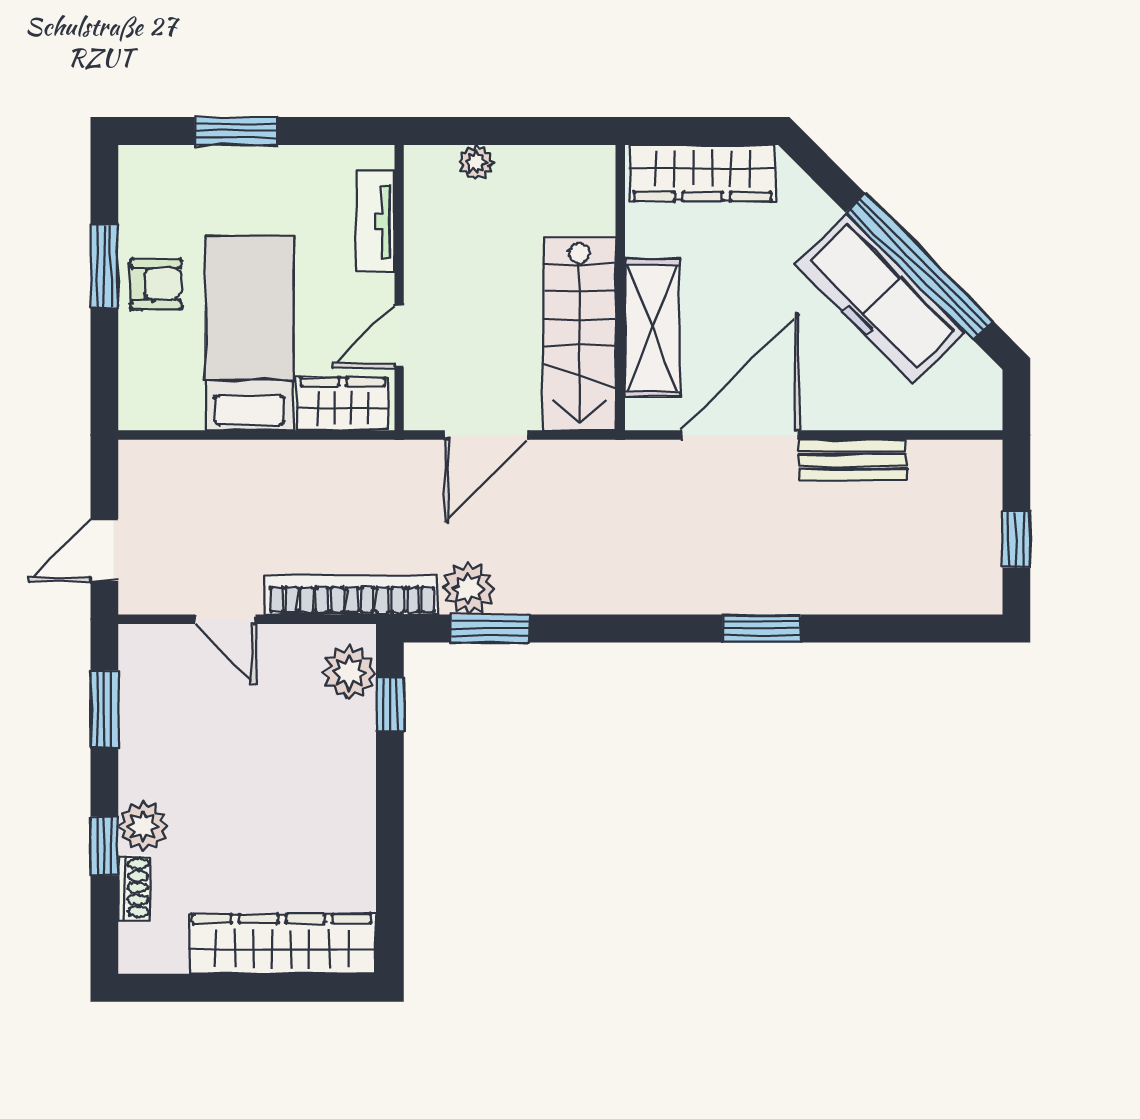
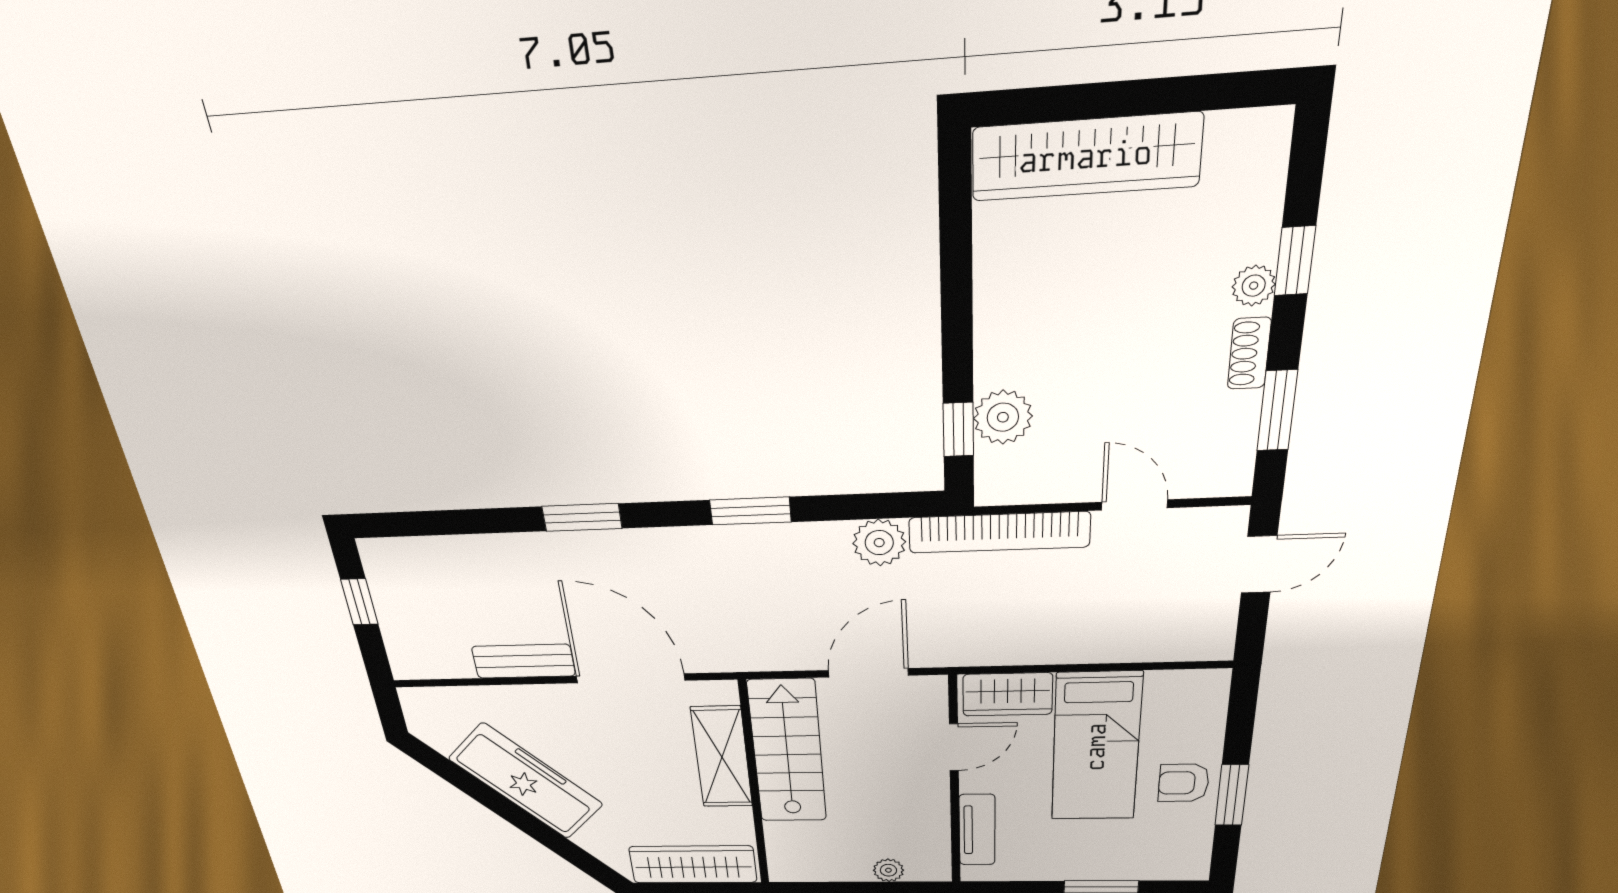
window: (919, 267) -> (498, 804), removed
door: (740, 435) -> (630, 678), swing flipped
window: (490, 629) -> (750, 511), moved
plant: (349, 672) -> (1003, 417), moved
plant: (143, 826) -> (1254, 286), width x0.73, depth x0.73
shoe rack: (134, 888) -> (1249, 353), moved

